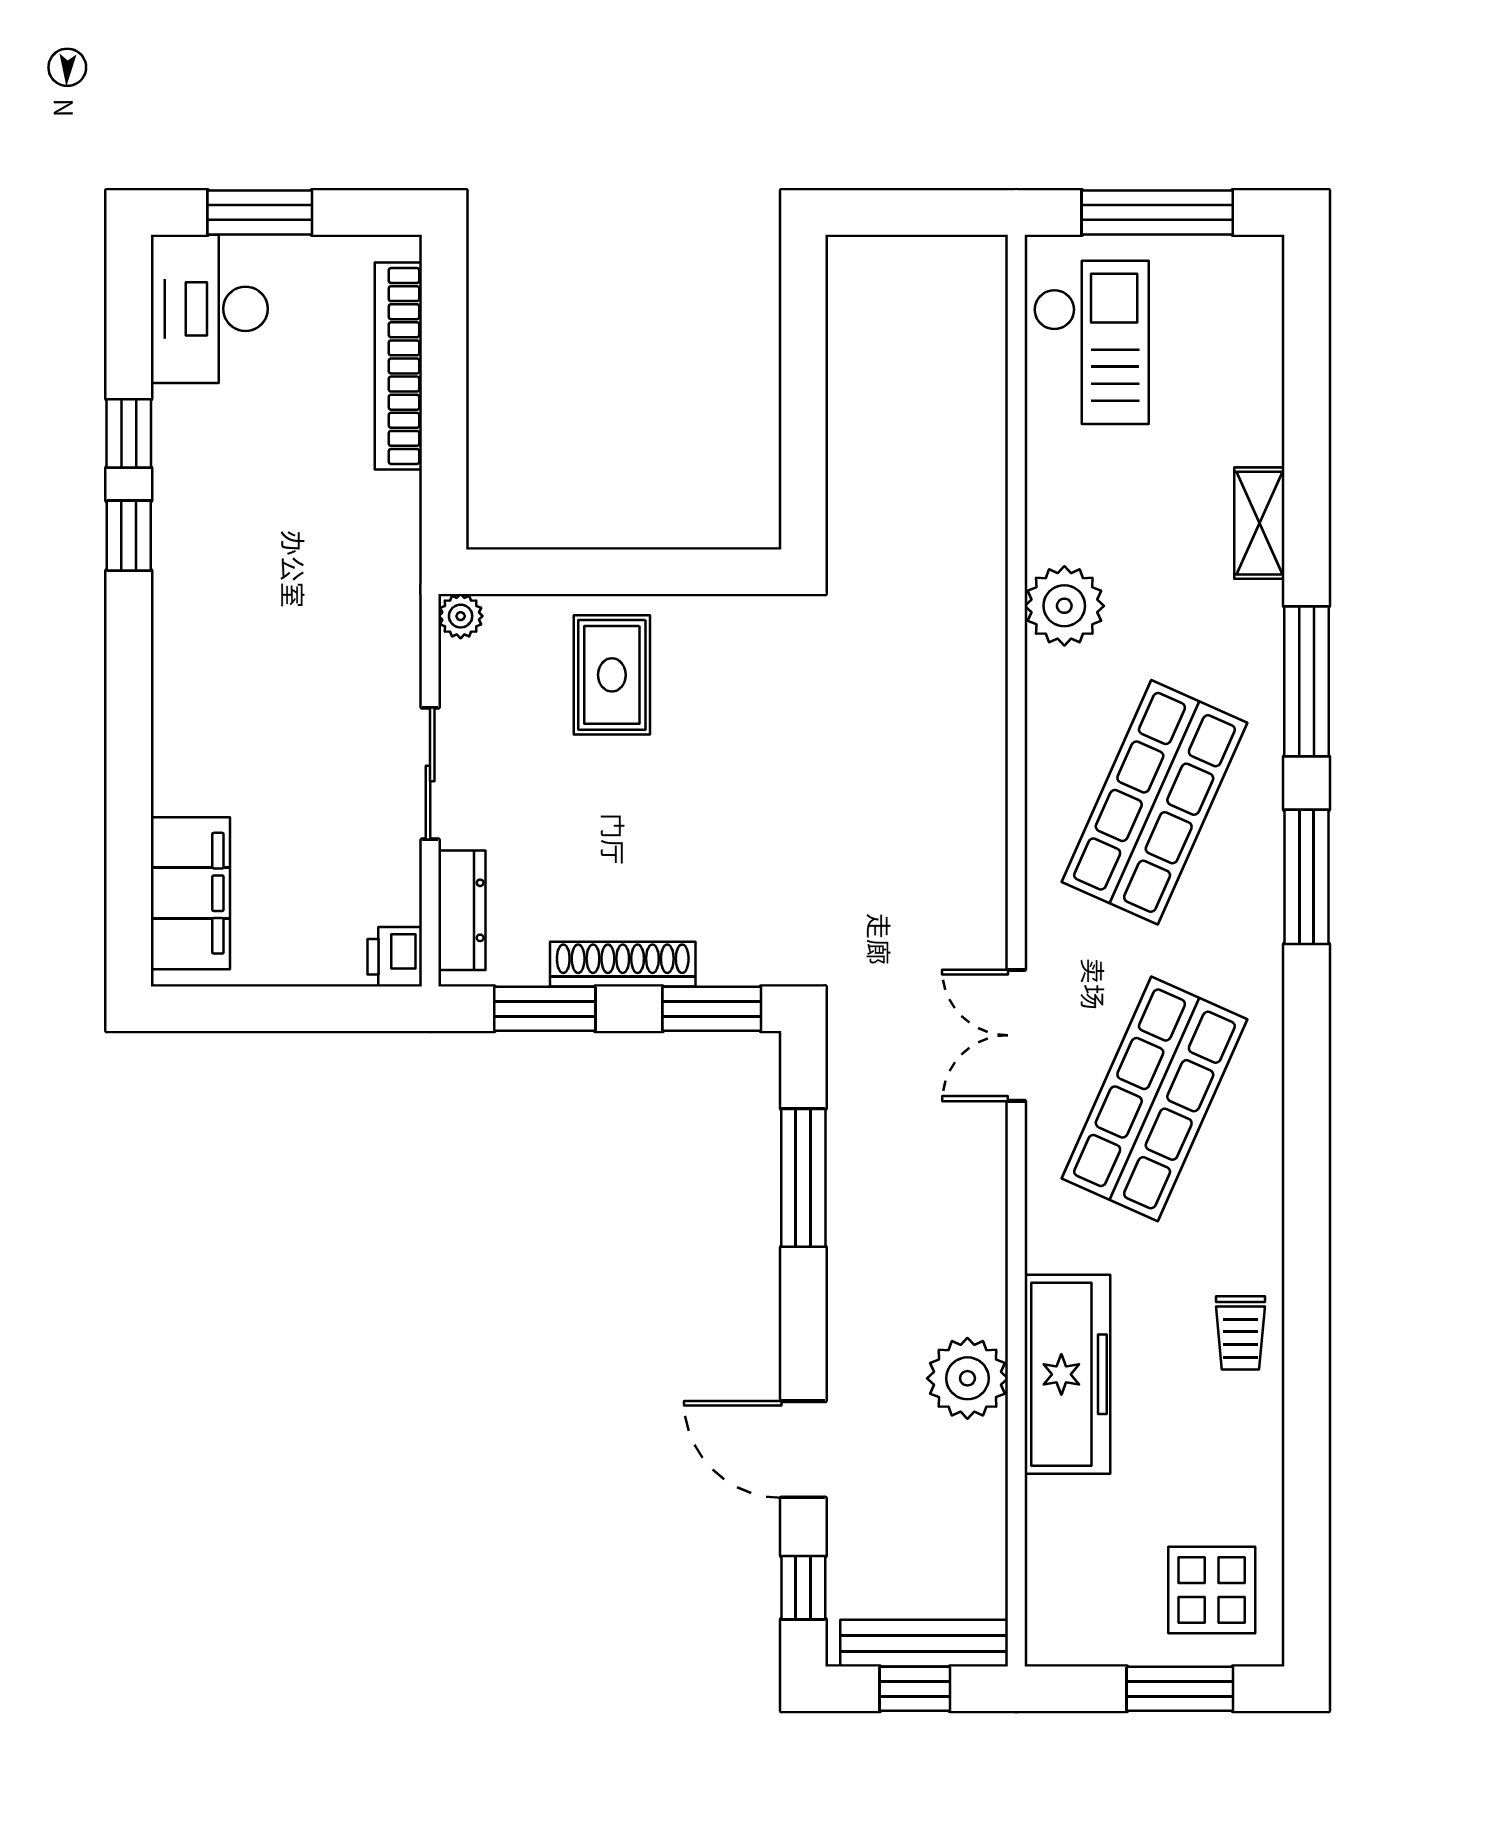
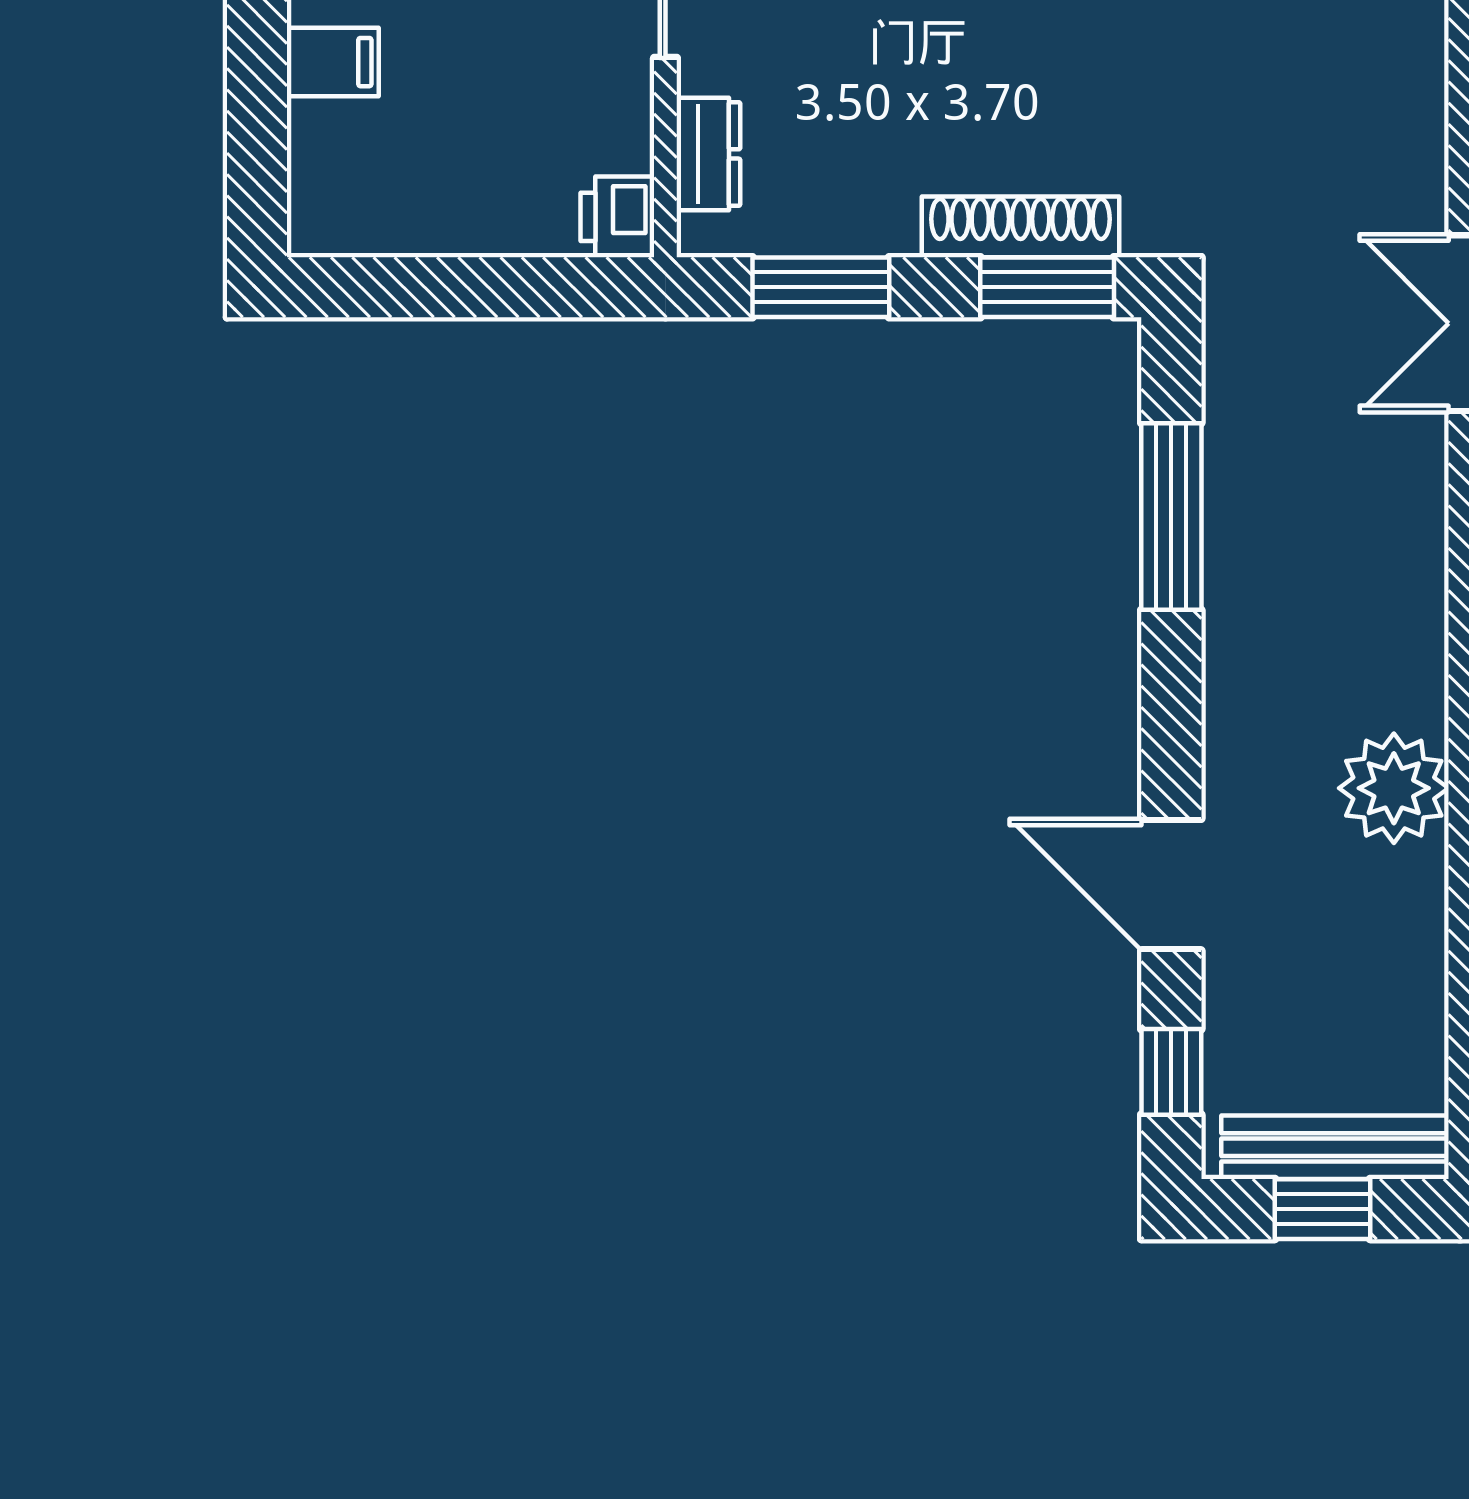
filing cabinet: (190, 893) -> (333, 62), width x0.33, depth x0.86
dresser: (462, 910) -> (708, 154), width x0.70
shoe rack: (623, 964) -> (1021, 227), moved

